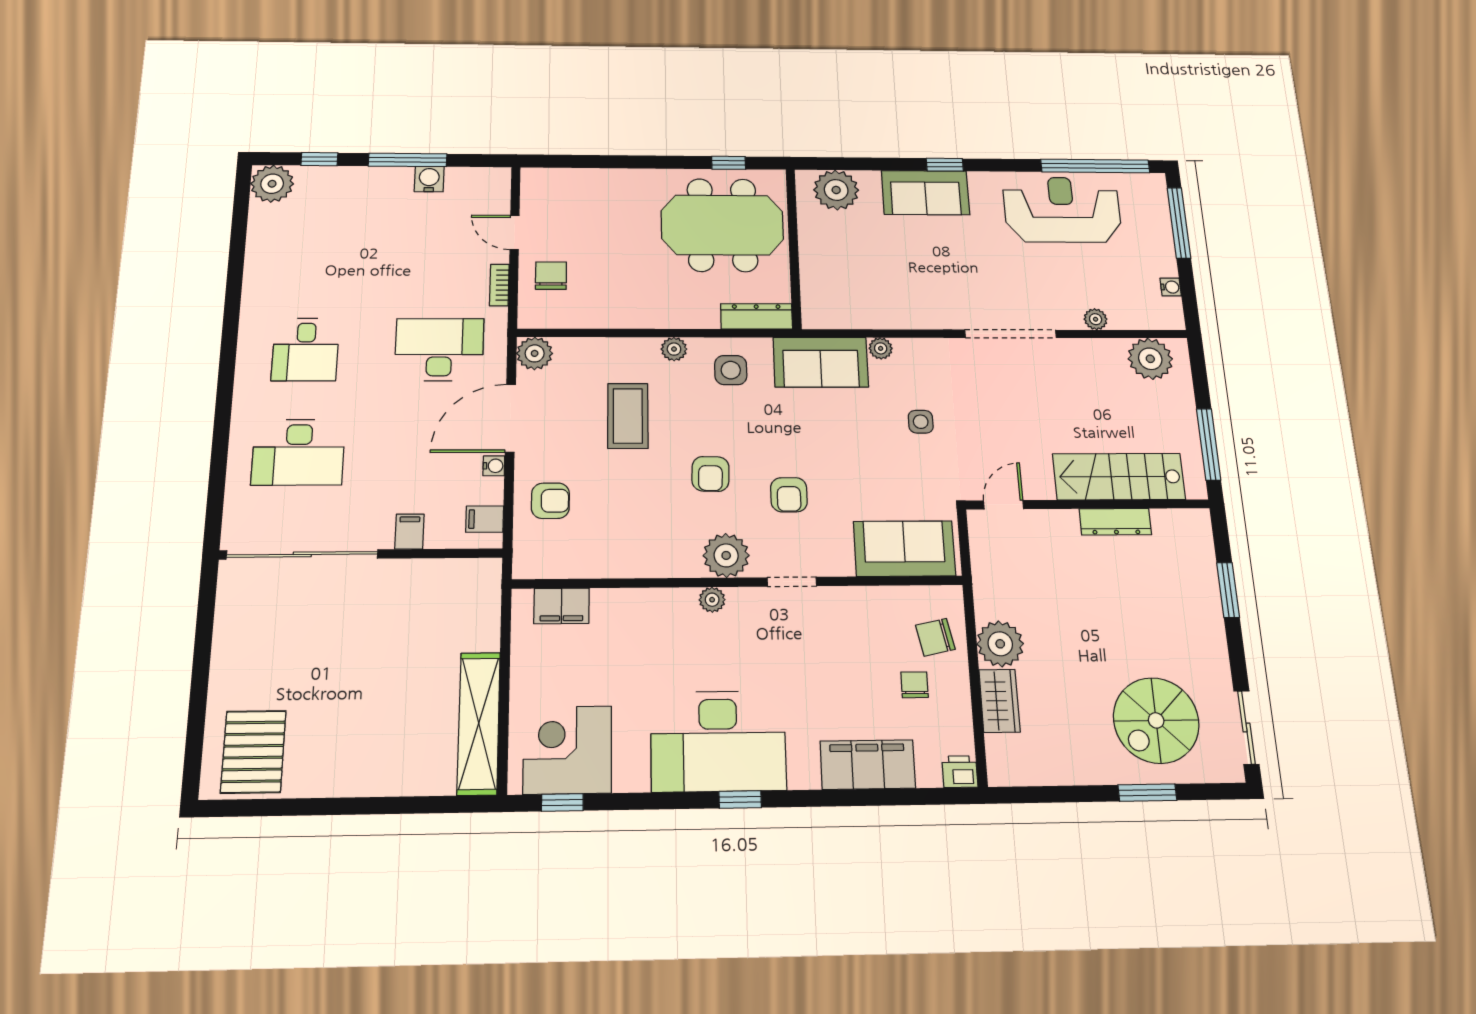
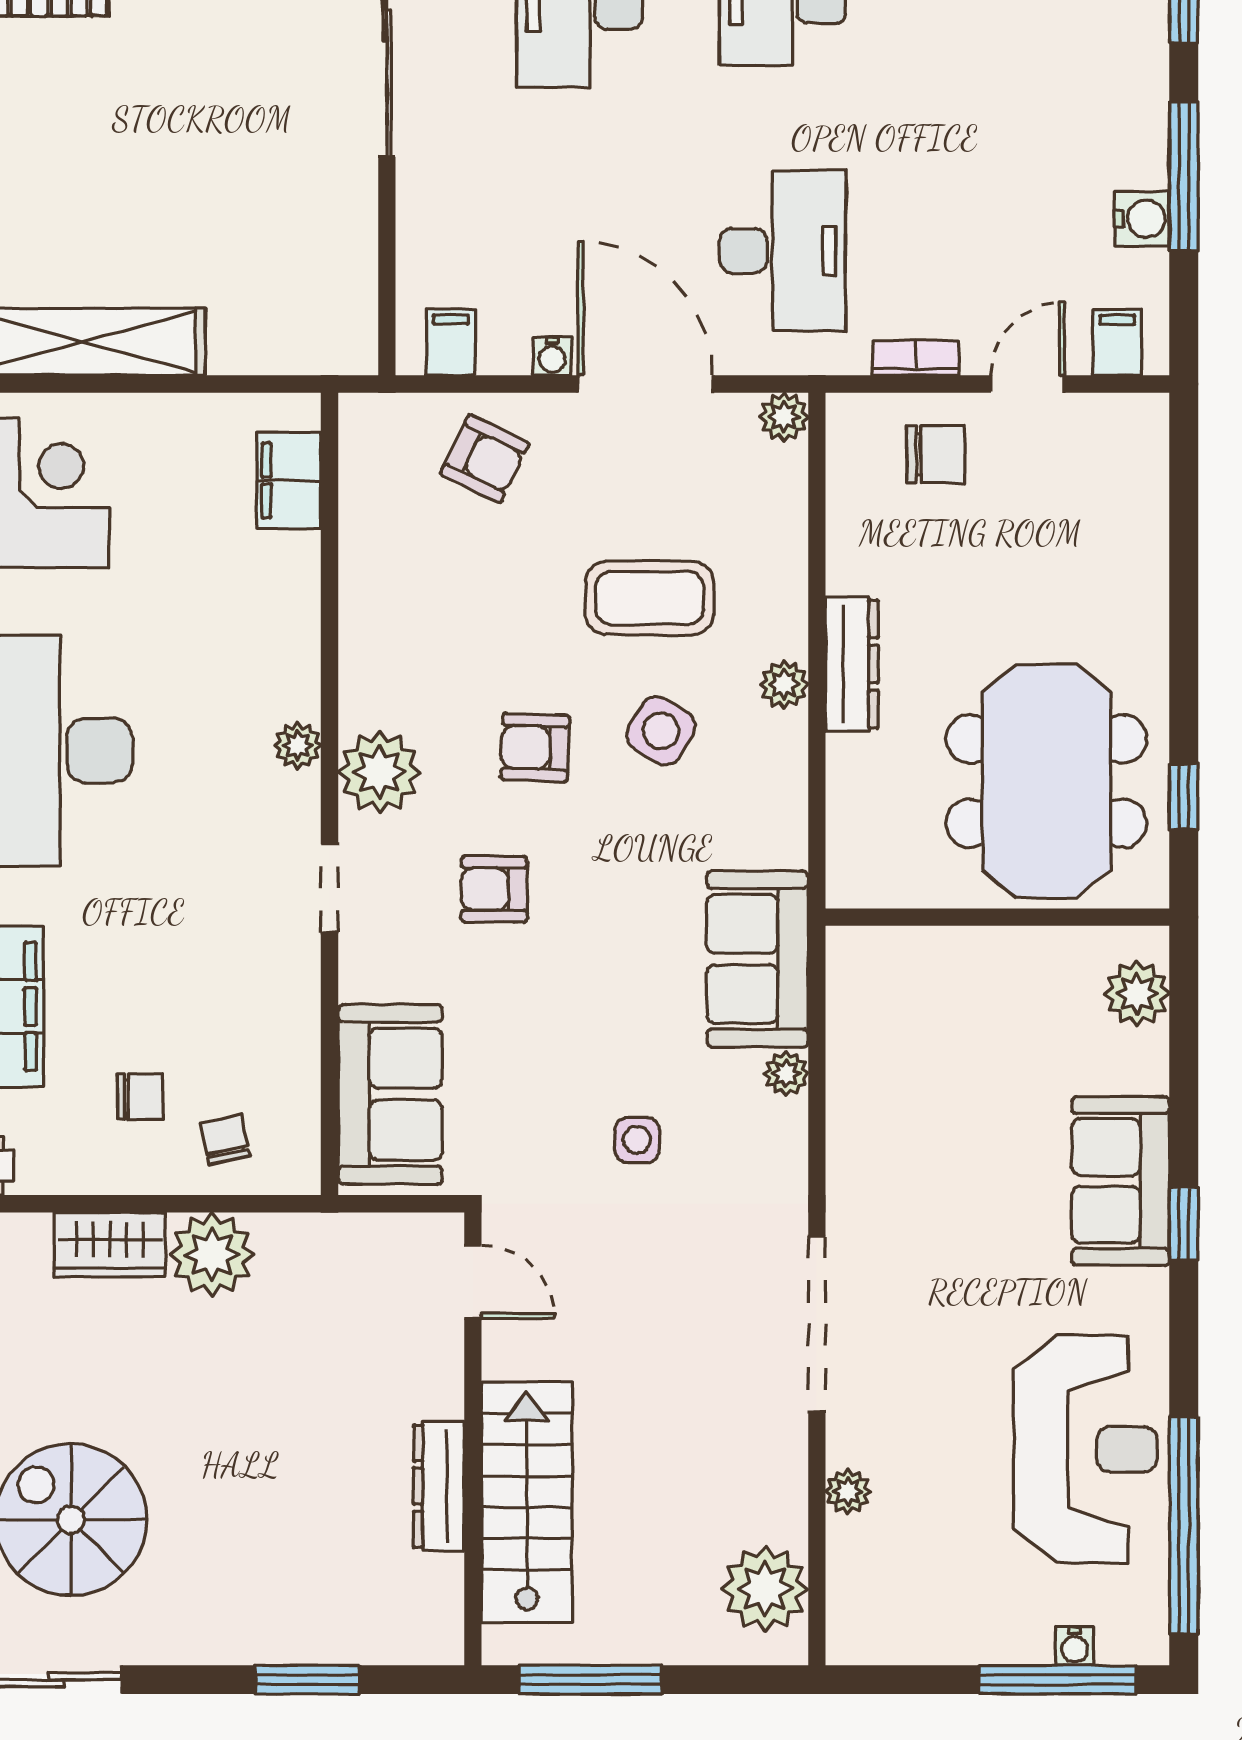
plant: (836, 190) -> (1137, 994), width x0.73, depth x0.73
water cooler: (1171, 287) -> (1075, 1646), moved
dresser: (757, 316) -> (852, 664), moved
plant: (535, 353) -> (784, 417), width x0.73, depth x0.73
side table: (731, 370) -> (661, 731), moved, turned 31
armchair: (550, 501) -> (485, 459), turned -64
filing cabinet: (409, 532) -> (1117, 343), moved, turned -90
chair: (935, 637) -> (225, 1139), width x0.73, depth x0.73

